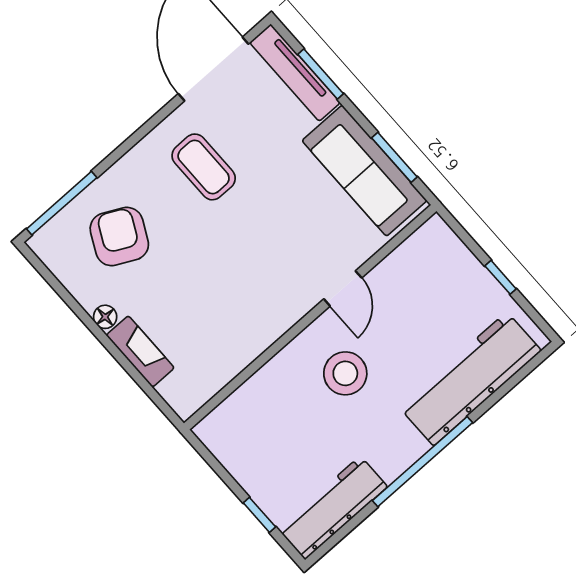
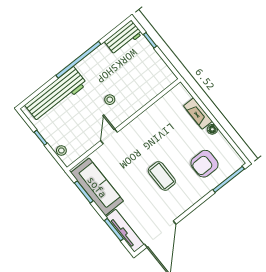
coffee table: (204, 167) -> (162, 176), moved
armchair: (119, 237) -> (204, 164), turned 63
stool: (451, 250) -> (61, 151), added
stool: (345, 373) -> (110, 100), width x0.53, depth x0.53
workbench: (333, 508) -> (123, 38), width x0.73

